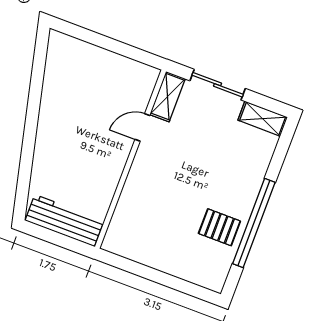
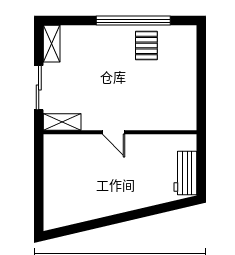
door: (142, 127) -> (114, 132), moved
workbench: (64, 221) -> (185, 173), width x0.73

